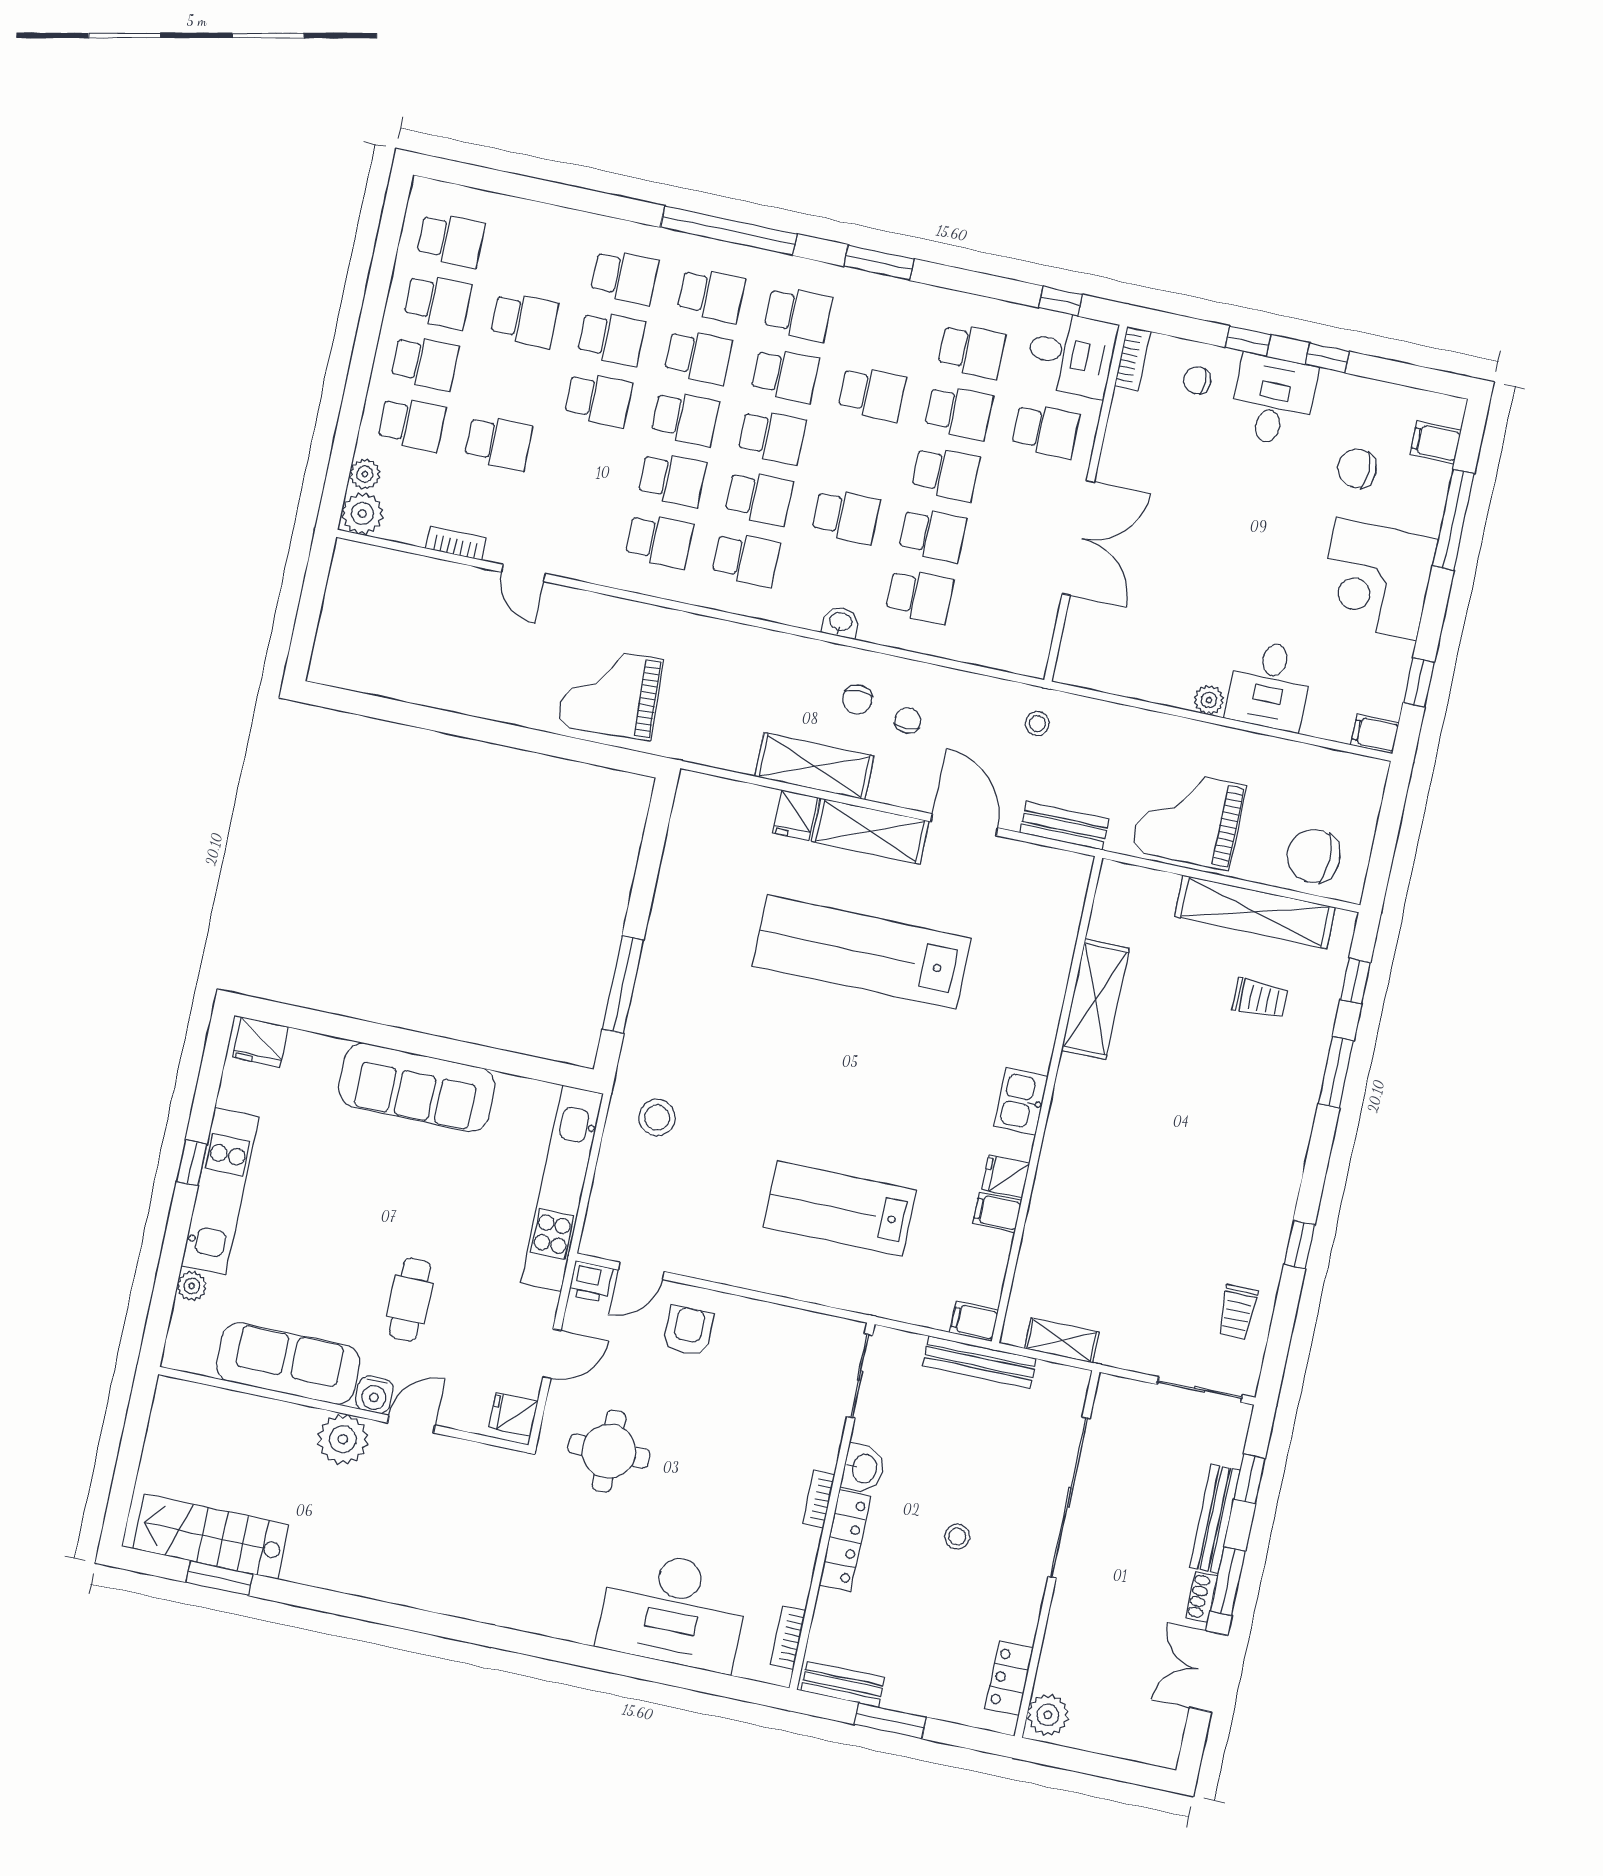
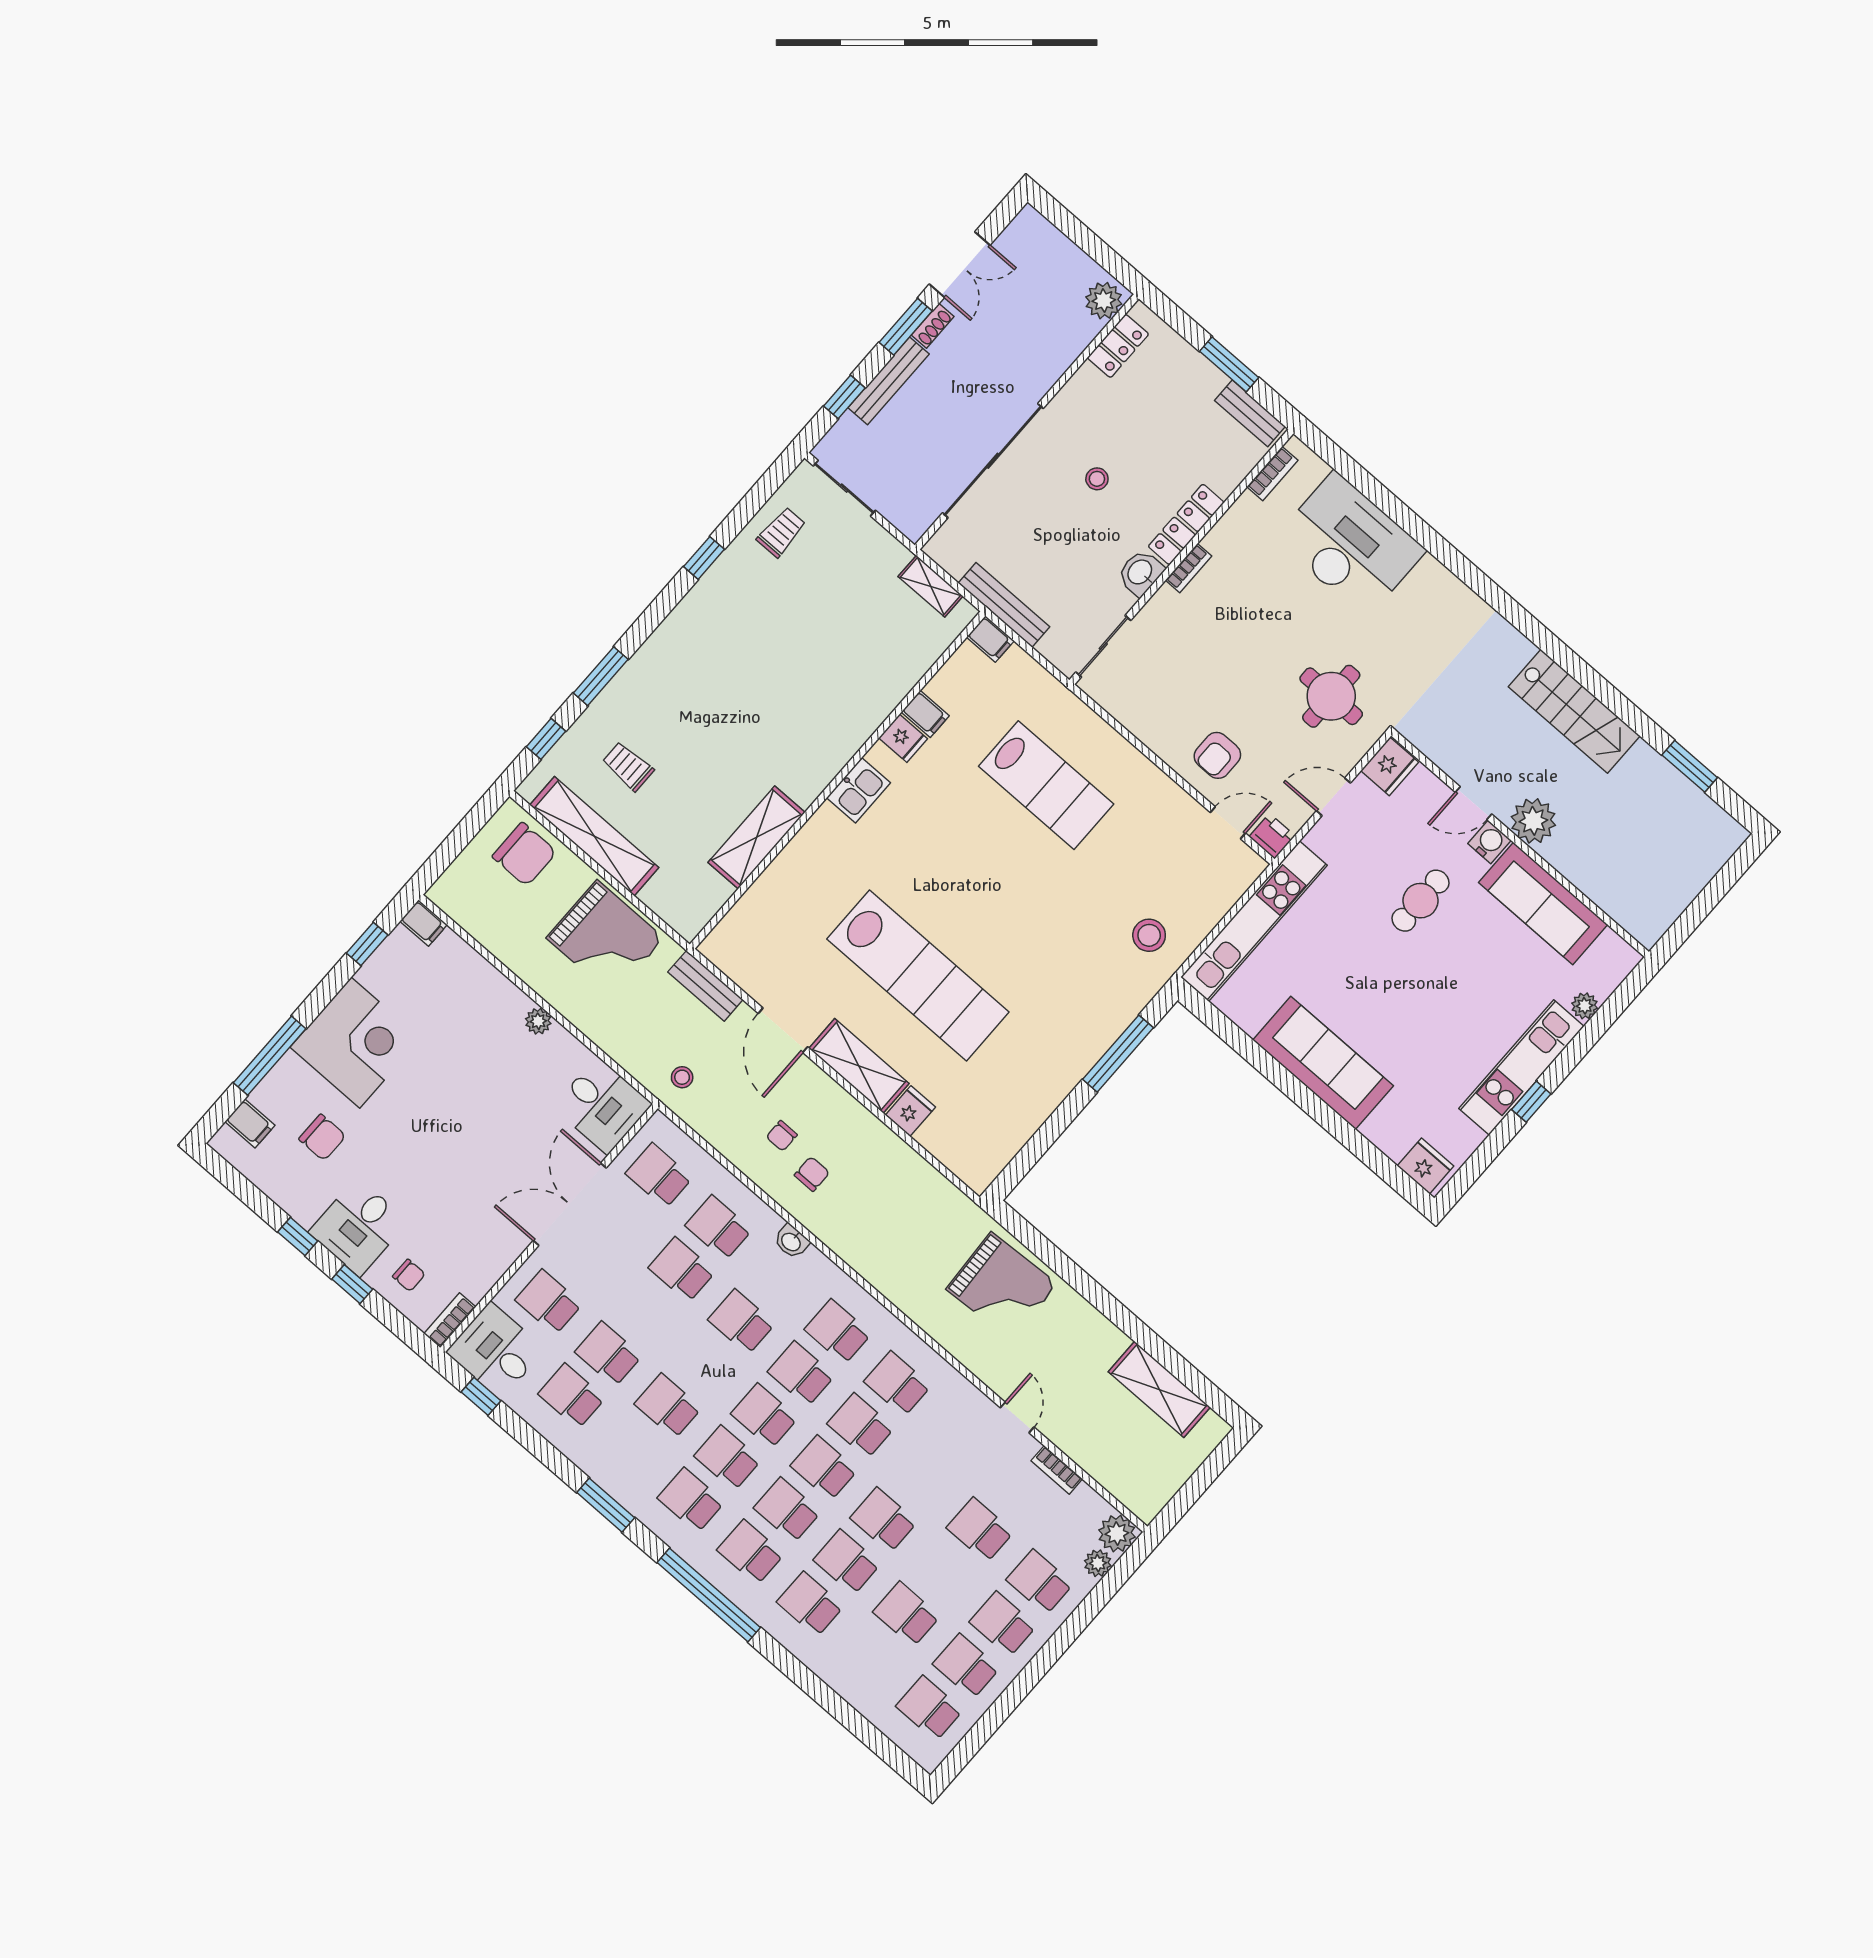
school desk: (946, 473) -> (659, 1176), moved
desk: (1270, 685) -> (602, 1105), moved, turned 90
shelving: (814, 766) -> (1159, 1389), moved
fridge: (513, 1414) -> (1390, 766), width x1.38
stairs: (211, 1537) -> (1574, 711), moved

